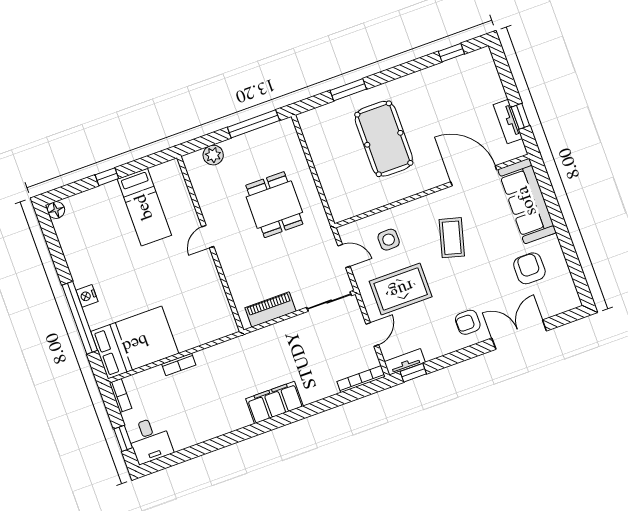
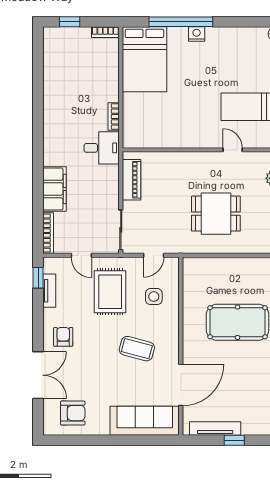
window: (520, 116) -> (234, 440), moved
tv unit: (508, 122) -> (215, 429), width x1.41
door: (208, 237) -> (233, 150), moved
armchair: (529, 268) -> (73, 413), moved
tv unit: (405, 362) -> (49, 291), moved
bookcase: (179, 364) -> (114, 116), moved
filing cabinet: (275, 402) -> (55, 189), moved
desk: (150, 440) -> (102, 148), moved, turned 180

